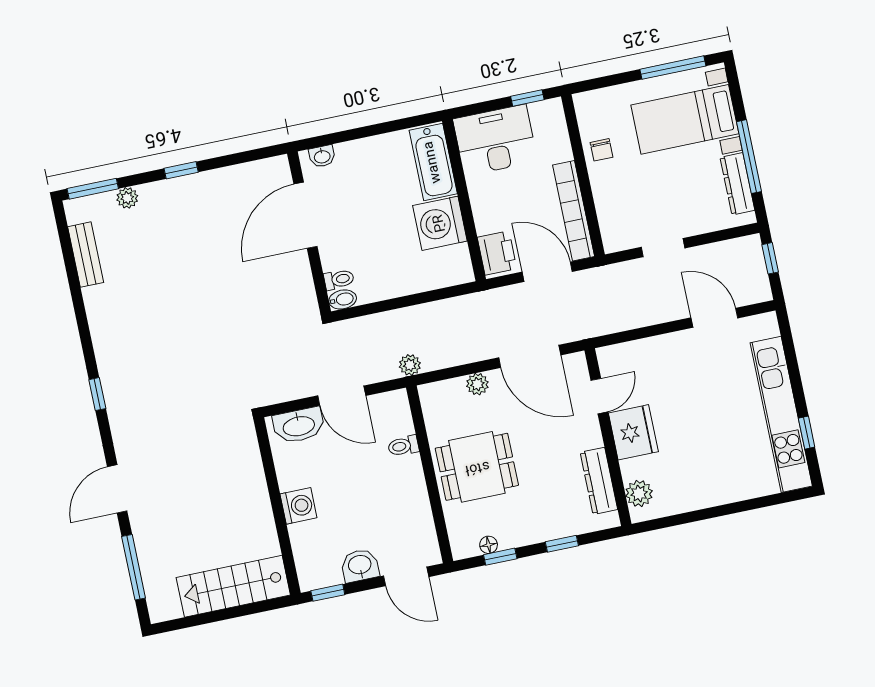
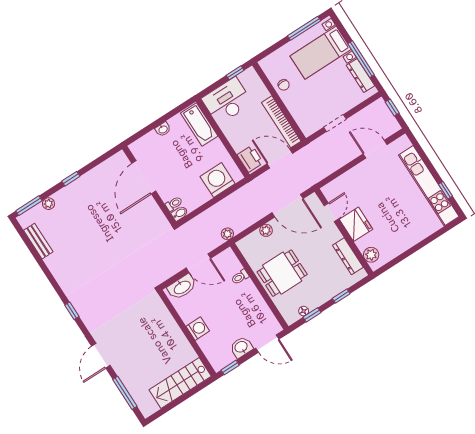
washbasin: (322, 156) -> (163, 129), moved
washing machine: (440, 223) -> (218, 180), moved, turned 90

